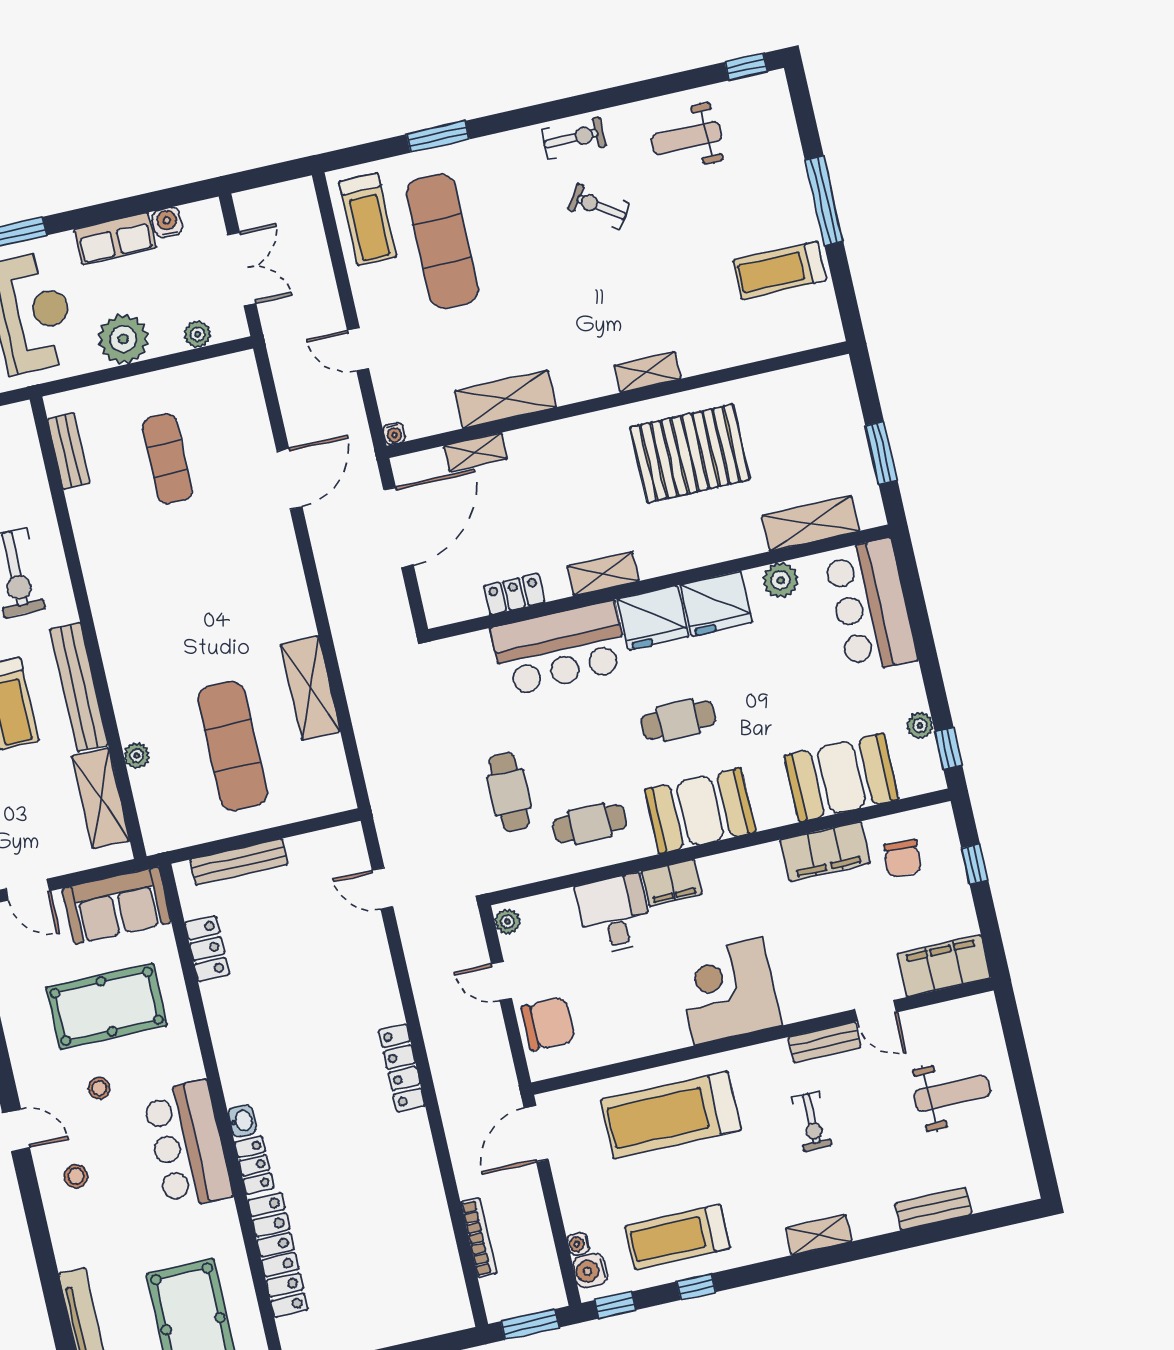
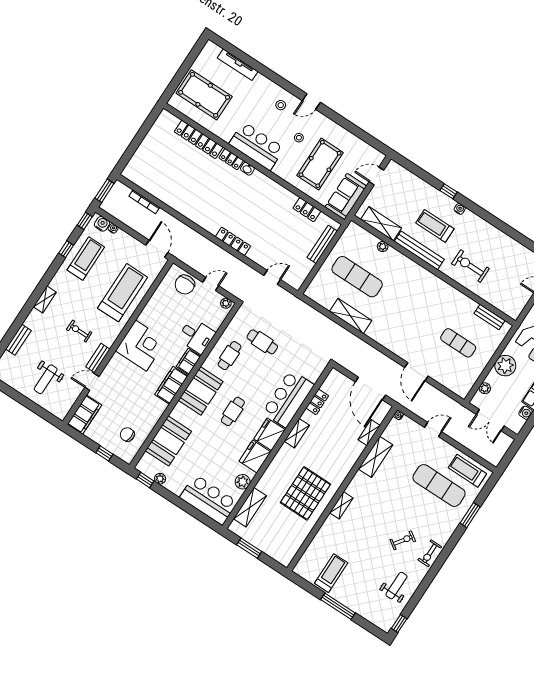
filing cabinet: (825, 851) -> (171, 385), moved
locker: (402, 1068) -> (233, 241), moved

